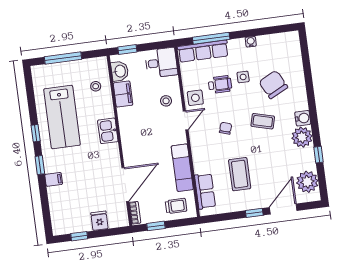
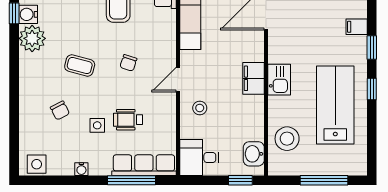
chair: (273, 85) -> (60, 111), width x0.54, depth x0.54
stool: (96, 86) -> (287, 139), width x1.89, depth x1.89
filing cabinet: (123, 94) -> (253, 78), moved
side table: (195, 98) -> (37, 164), moved
water cooler: (303, 118) -> (28, 14), moved

